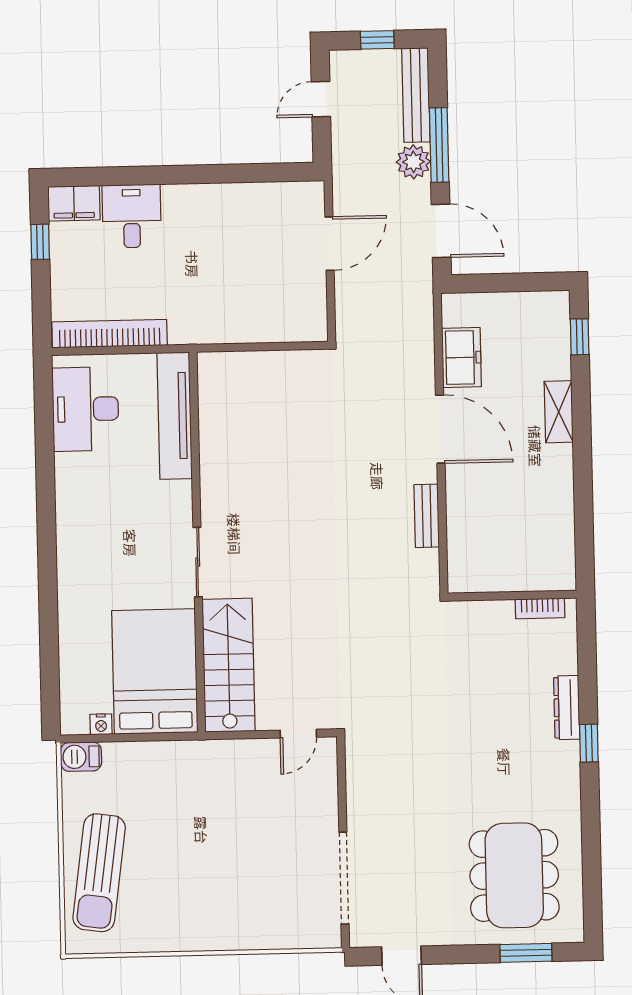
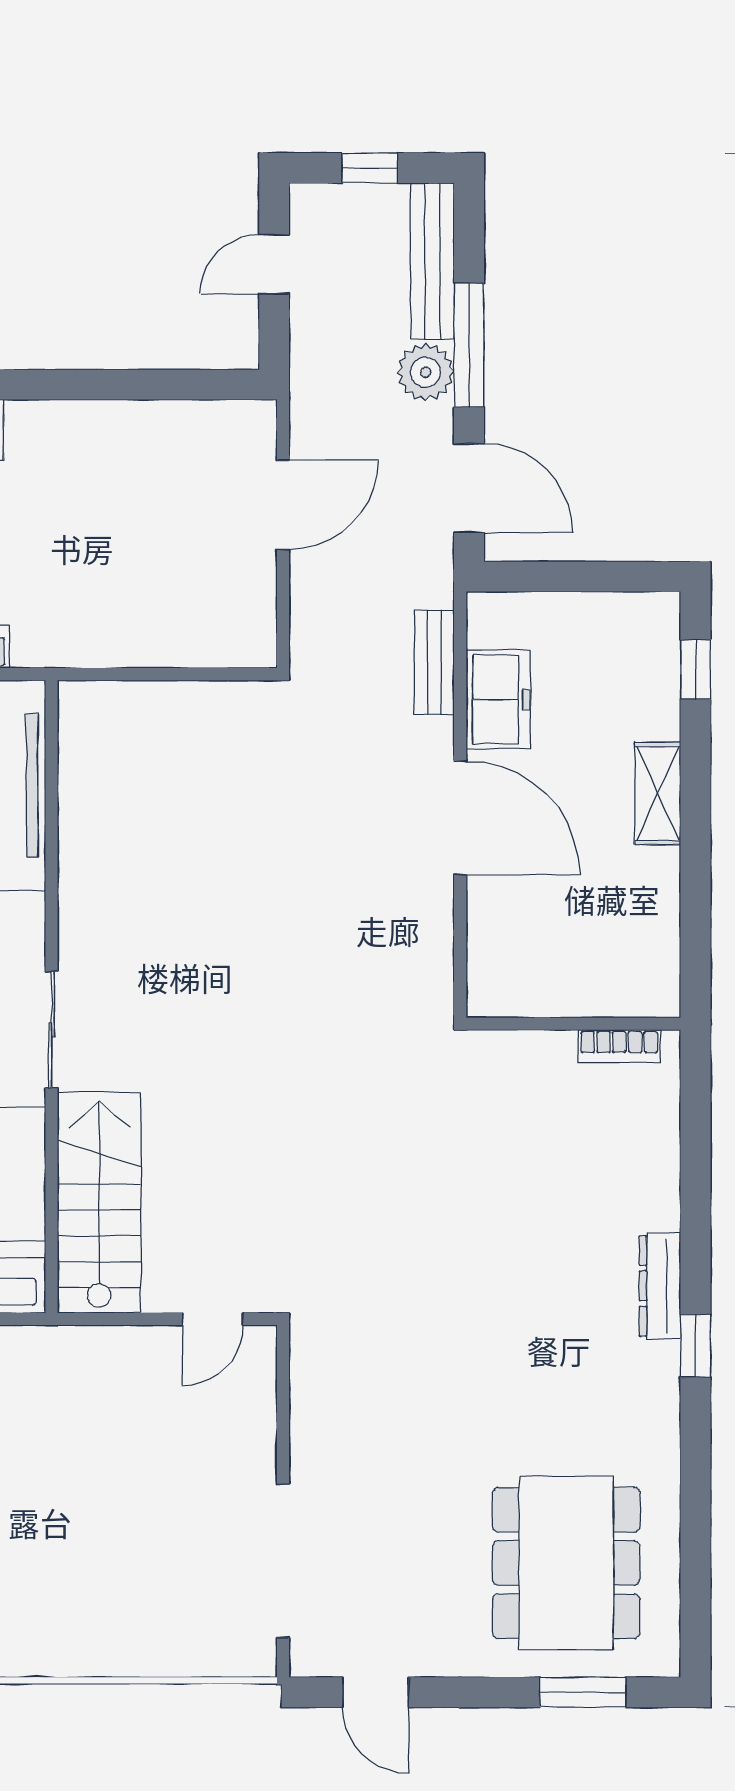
bench: (427, 516) -> (434, 662), moved
wall: (512, 596) -> (573, 1024), moved
bookcase: (540, 608) -> (619, 1046), moved

